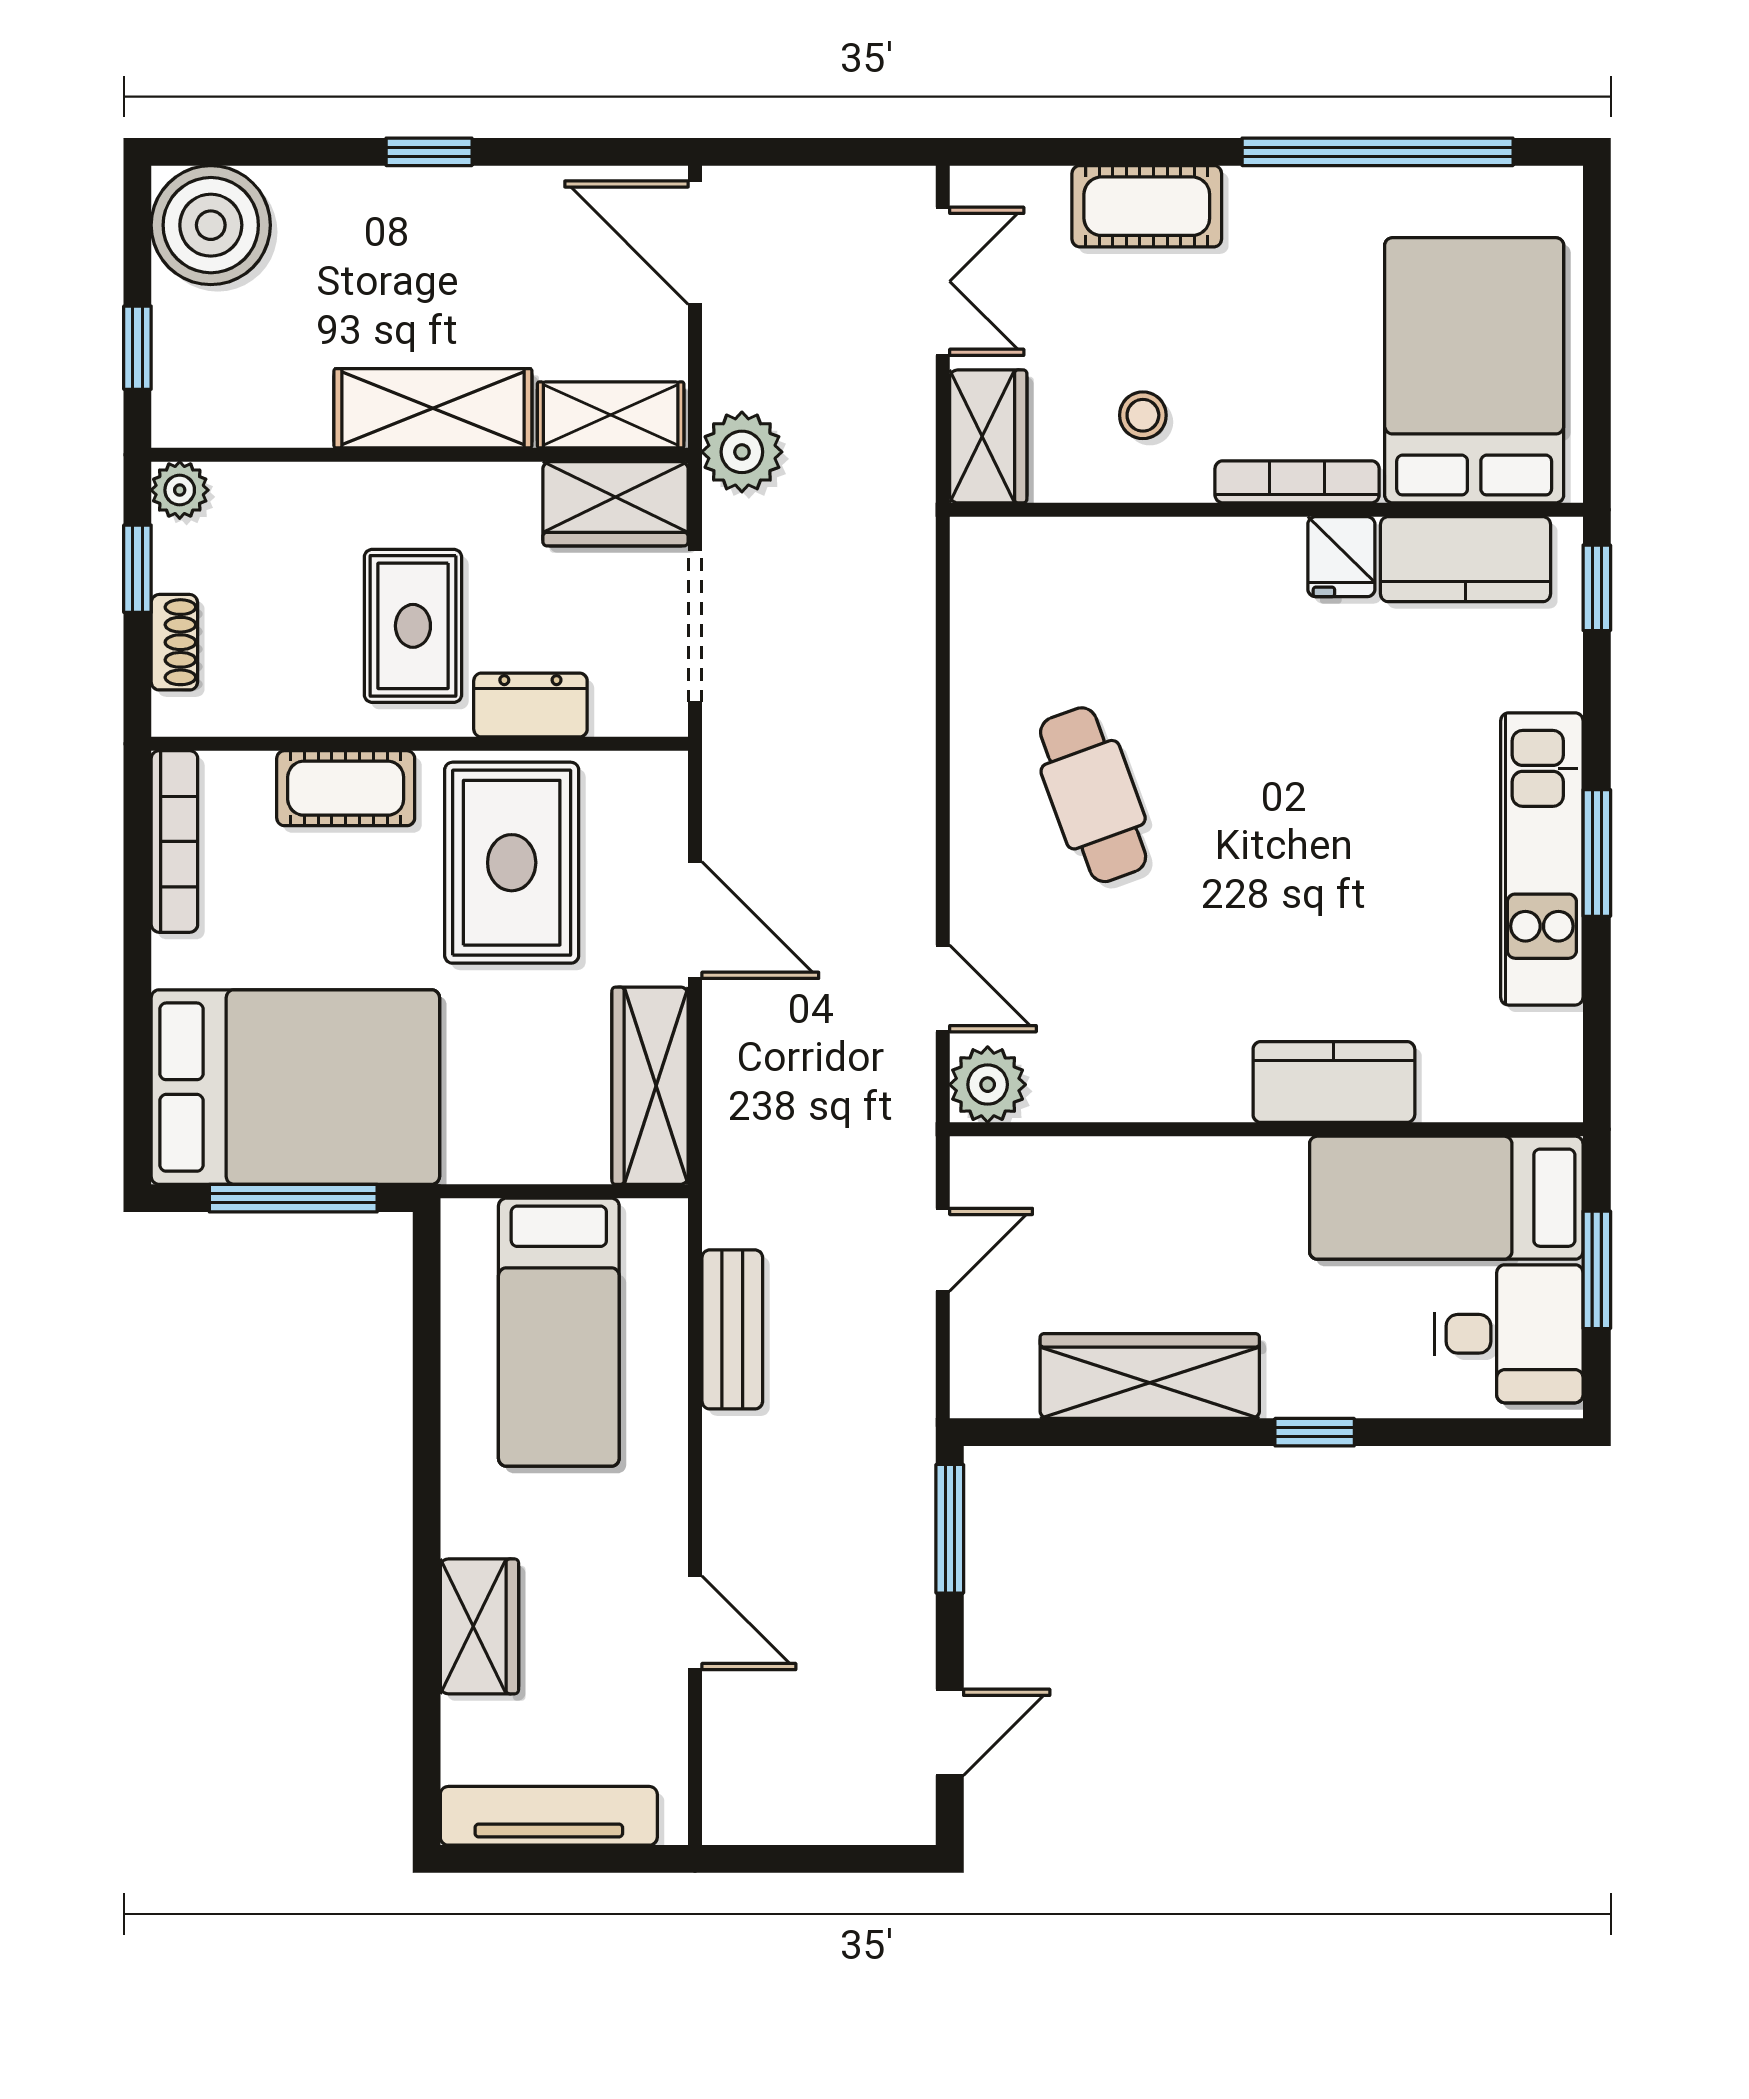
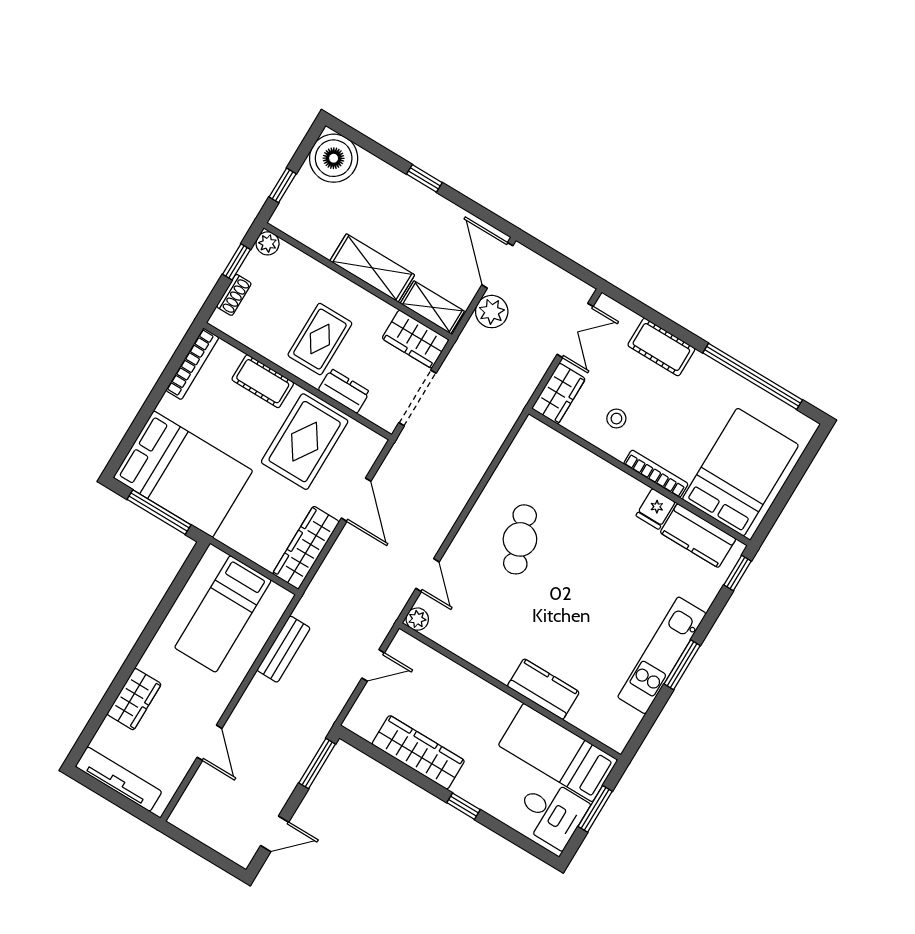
plant: (742, 452) -> (492, 312), moved
plant: (988, 1085) -> (417, 619), width x0.73, depth x0.73

